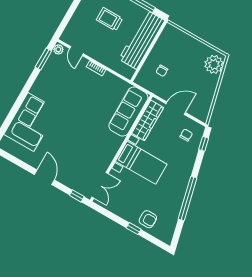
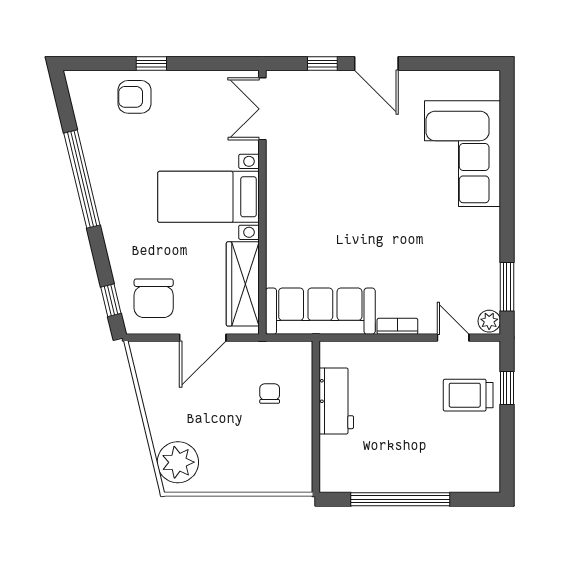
window: (67, 19) -> (507, 388), added
trolley: (109, 19) -> (468, 395), moved, turned 180
workbench: (142, 40) -> (336, 401), width x0.53, depth x0.76
sofa: (128, 112) -> (320, 311), moved, turned -90
chair: (186, 135) -> (154, 298), width x1.87, depth x1.87
window: (77, 196) -> (322, 63), moved

